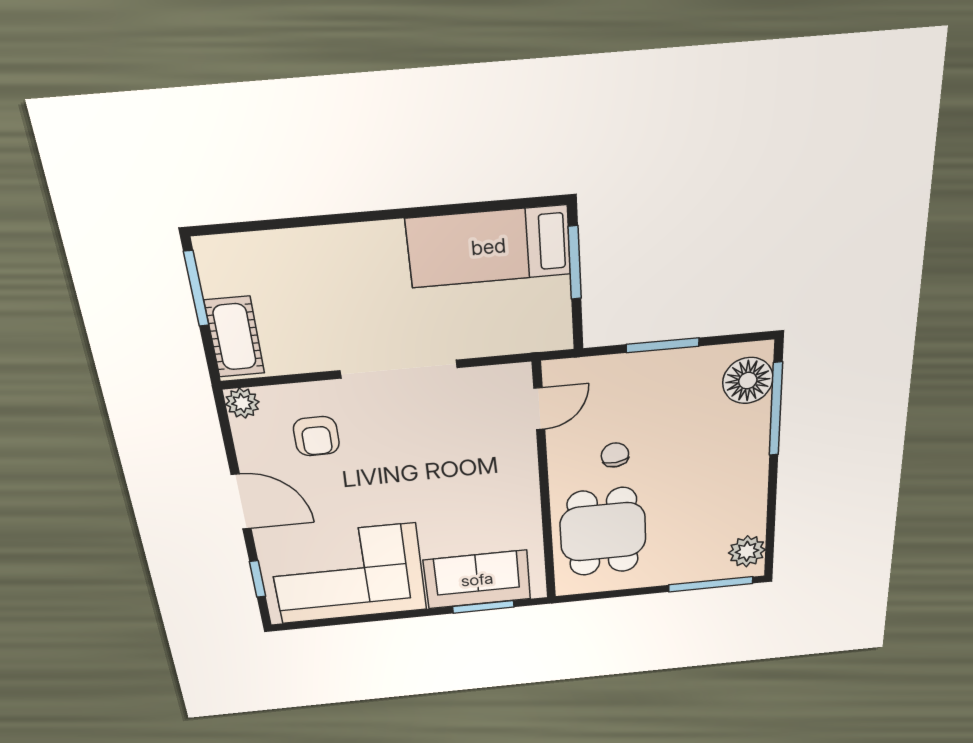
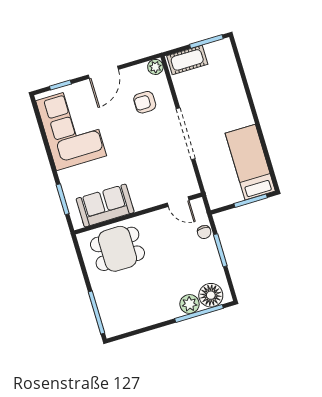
chair: (615, 455) -> (204, 232), moved, turned 97
plant: (747, 551) -> (189, 304), moved
sofa: (477, 580) -> (105, 205), moved, turned -90

